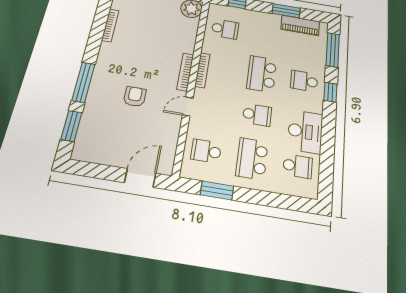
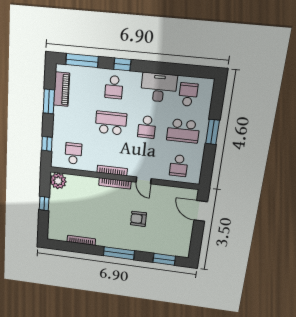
school desk: (262, 74) -> (111, 123), turned 180
window: (83, 82) -> (119, 253), moved
school desk: (257, 115) -> (147, 127), turned 180
window: (217, 190) -> (213, 132), moved

